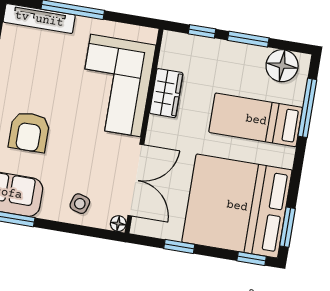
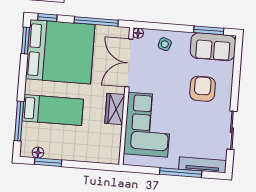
window: (202, 31) -> (94, 166), removed
window: (248, 39) -> (48, 162), moved
floor lamp: (282, 66) -> (38, 153), width x0.53, depth x0.53
wardrobe: (166, 93) -> (115, 109), moved
window: (179, 246) -> (96, 21), width x2.17

